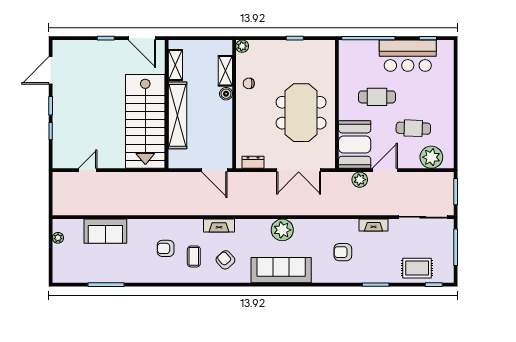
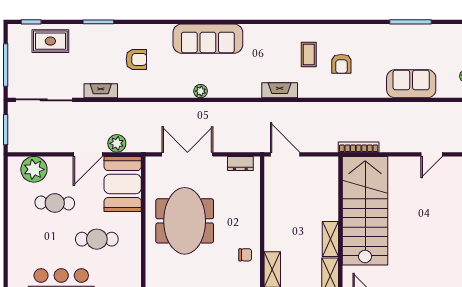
boiler: (226, 94) -> (272, 243), removed
shelving: (178, 115) -> (330, 239), width x0.45, depth x0.75
bookcase: (151, 176) -> (359, 147), added
plant: (282, 230) -> (201, 91), width x0.53, depth x0.53
armchair: (166, 248) -> (341, 64), turned 90
armchair: (225, 260) -> (272, 51), removed

